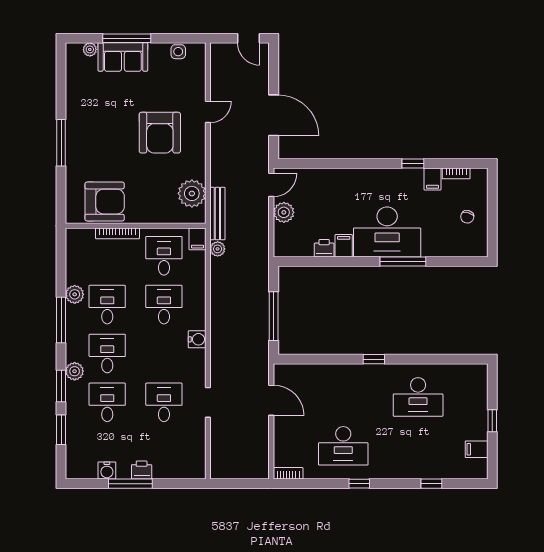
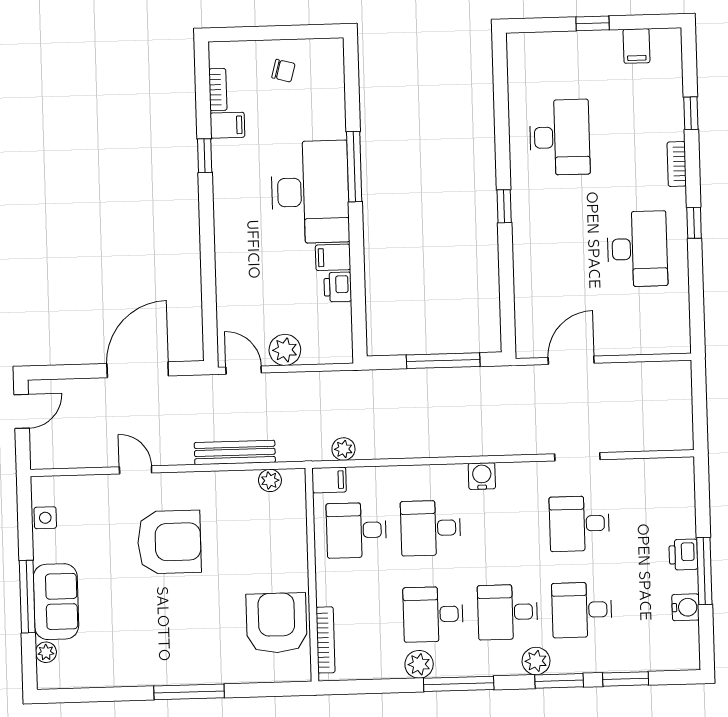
plant: (192, 193) -> (270, 480), width x0.53, depth x0.53
bench: (217, 214) -> (235, 452), moved
bookcase: (117, 233) -> (325, 640), moved
bookcase: (288, 473) -> (677, 164), moved

